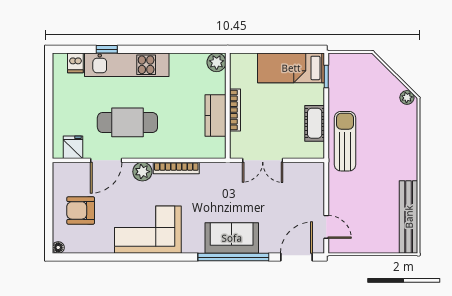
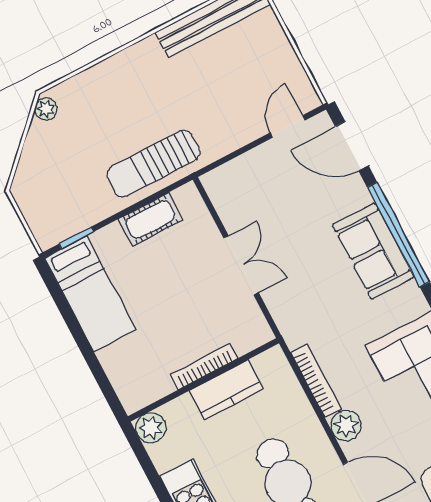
plant: (217, 62) -> (151, 428), moved
wall: (228, 106) -> (203, 380), moved
bookcase: (235, 110) -> (204, 366), moved
kitchen counter: (216, 115) -> (226, 390), moved

